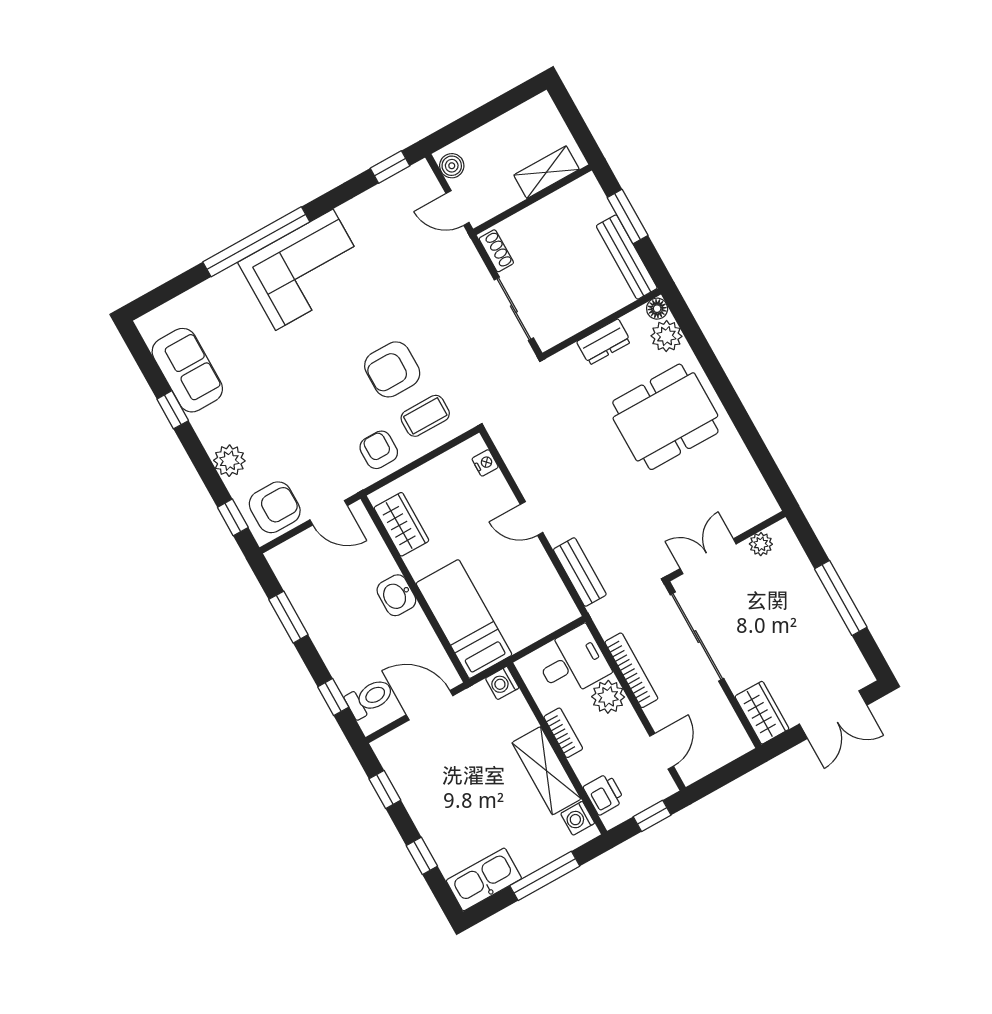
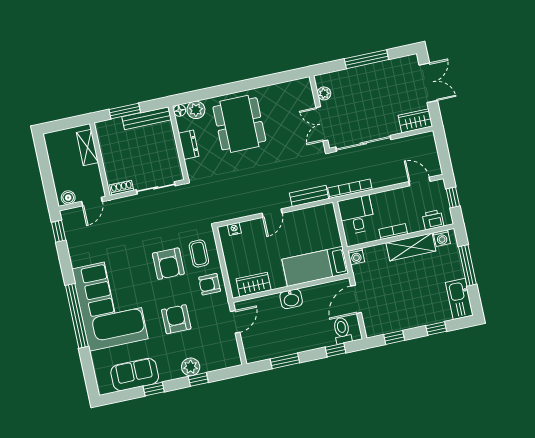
corner sofa: (304, 270) -> (110, 304), width x1.36, depth x1.36
armchair: (275, 507) -> (176, 319), moved
window: (233, 517) -> (198, 379), moved
bookcase: (631, 670) -> (350, 189), moved
plant: (608, 697) -> (381, 201), removed

